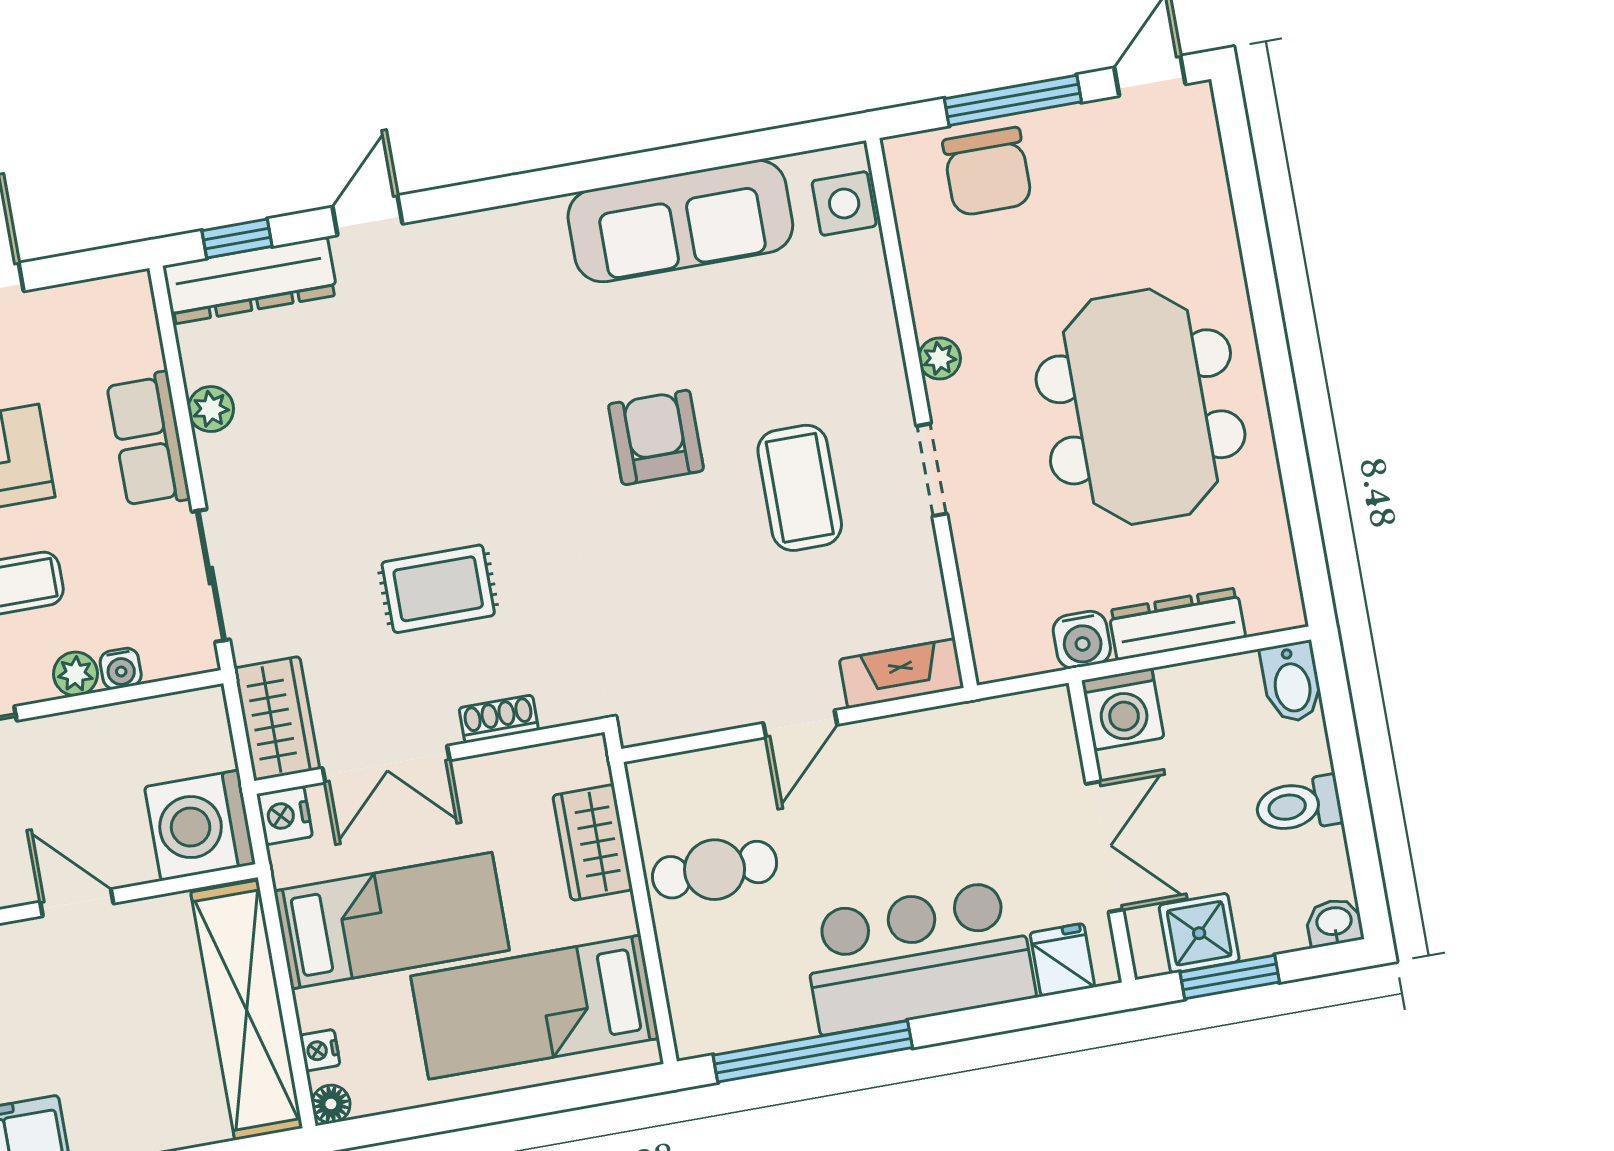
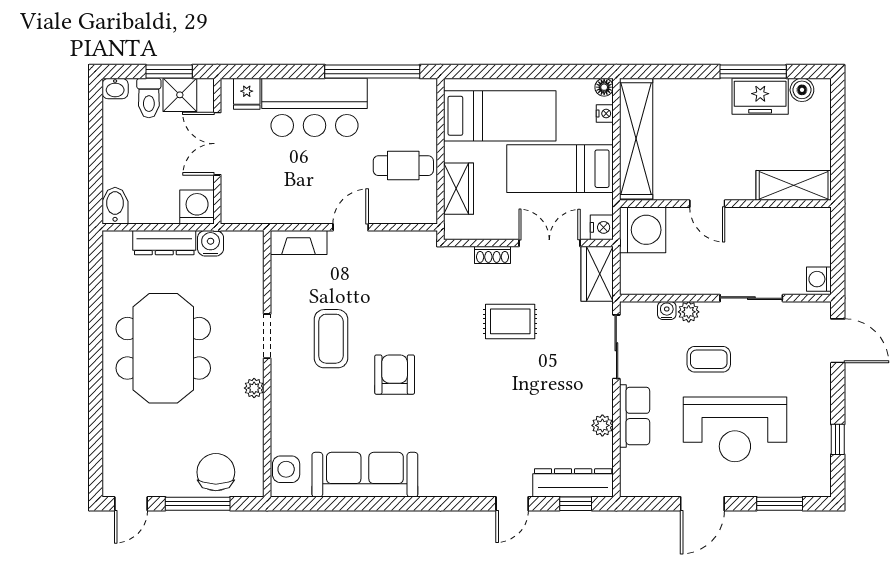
armchair: (656, 437) -> (395, 375), turned 180
toilet: (1299, 805) -> (149, 98), moved, turned 90

